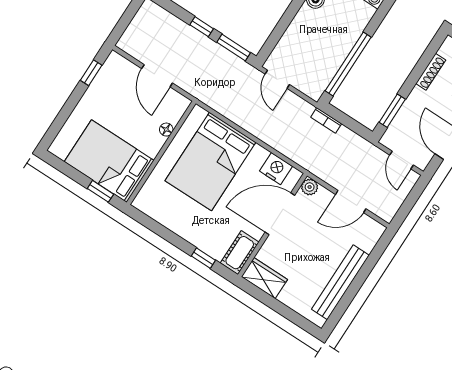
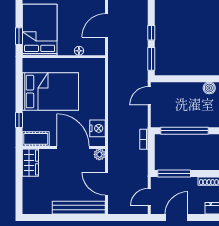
window: (392, 111) -> (174, 174), width x1.44
bed: (210, 162) -> (50, 92), moved, turned 180
bench: (340, 282) -> (79, 208), moved

